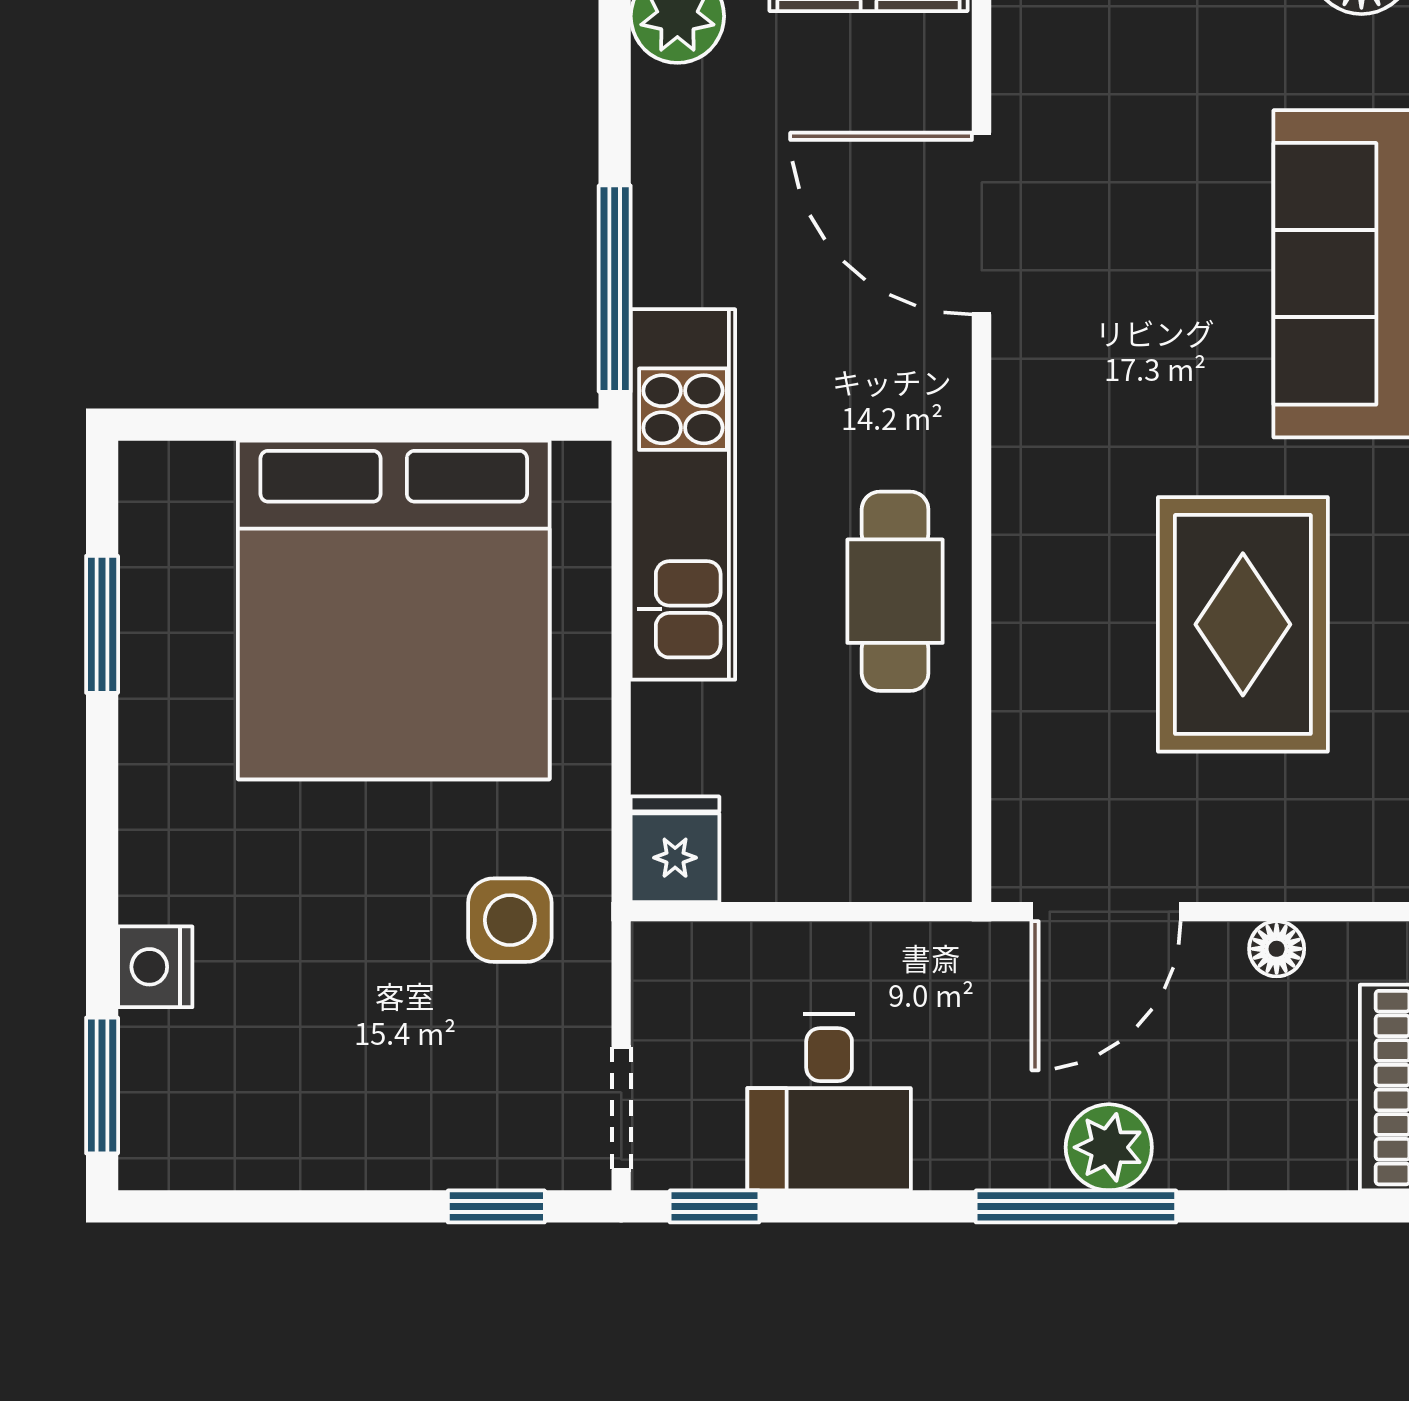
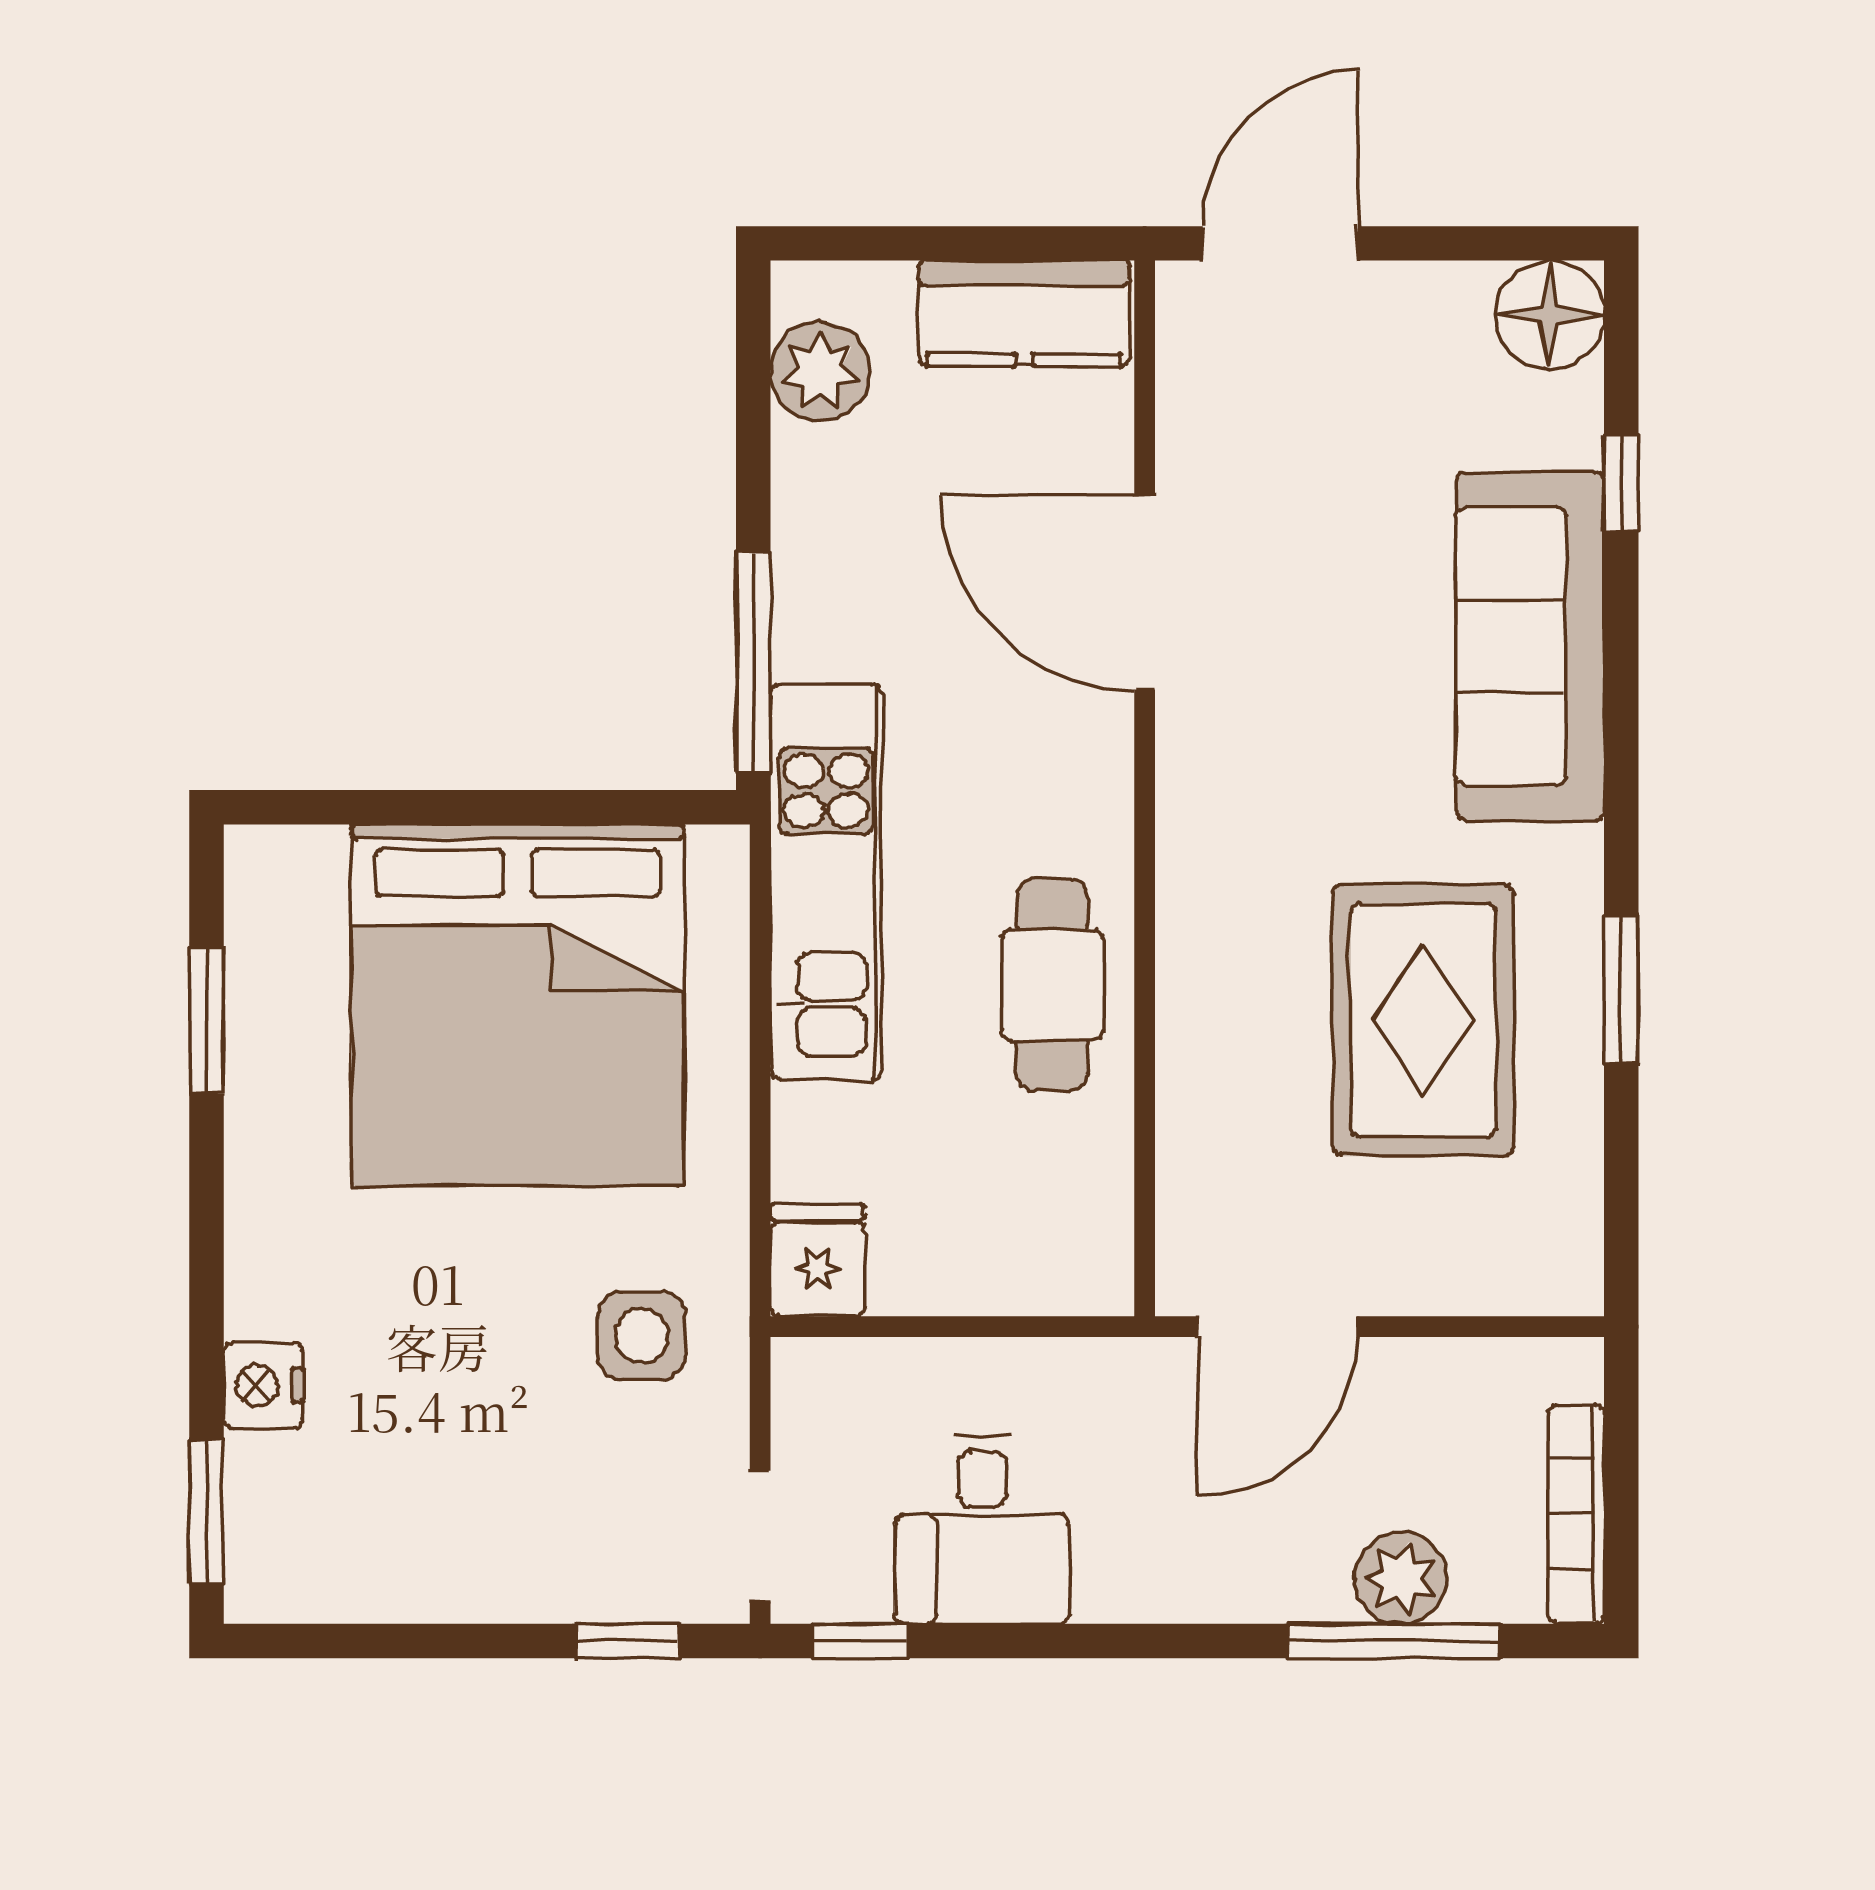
floor lamp: (1277, 949) -> (1459, 1366), removed
plant: (1109, 1147) -> (1401, 1578), moved
window: (1076, 1206) -> (1394, 1641), moved

